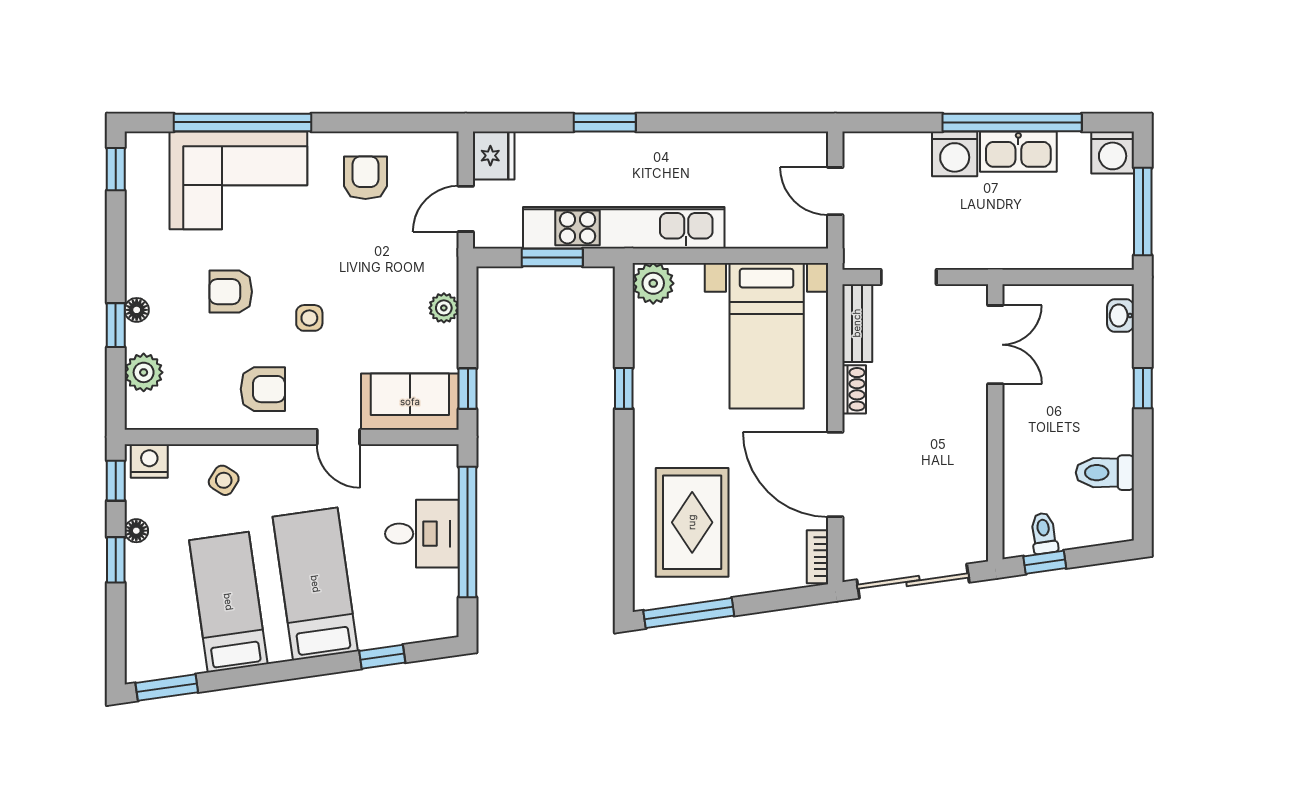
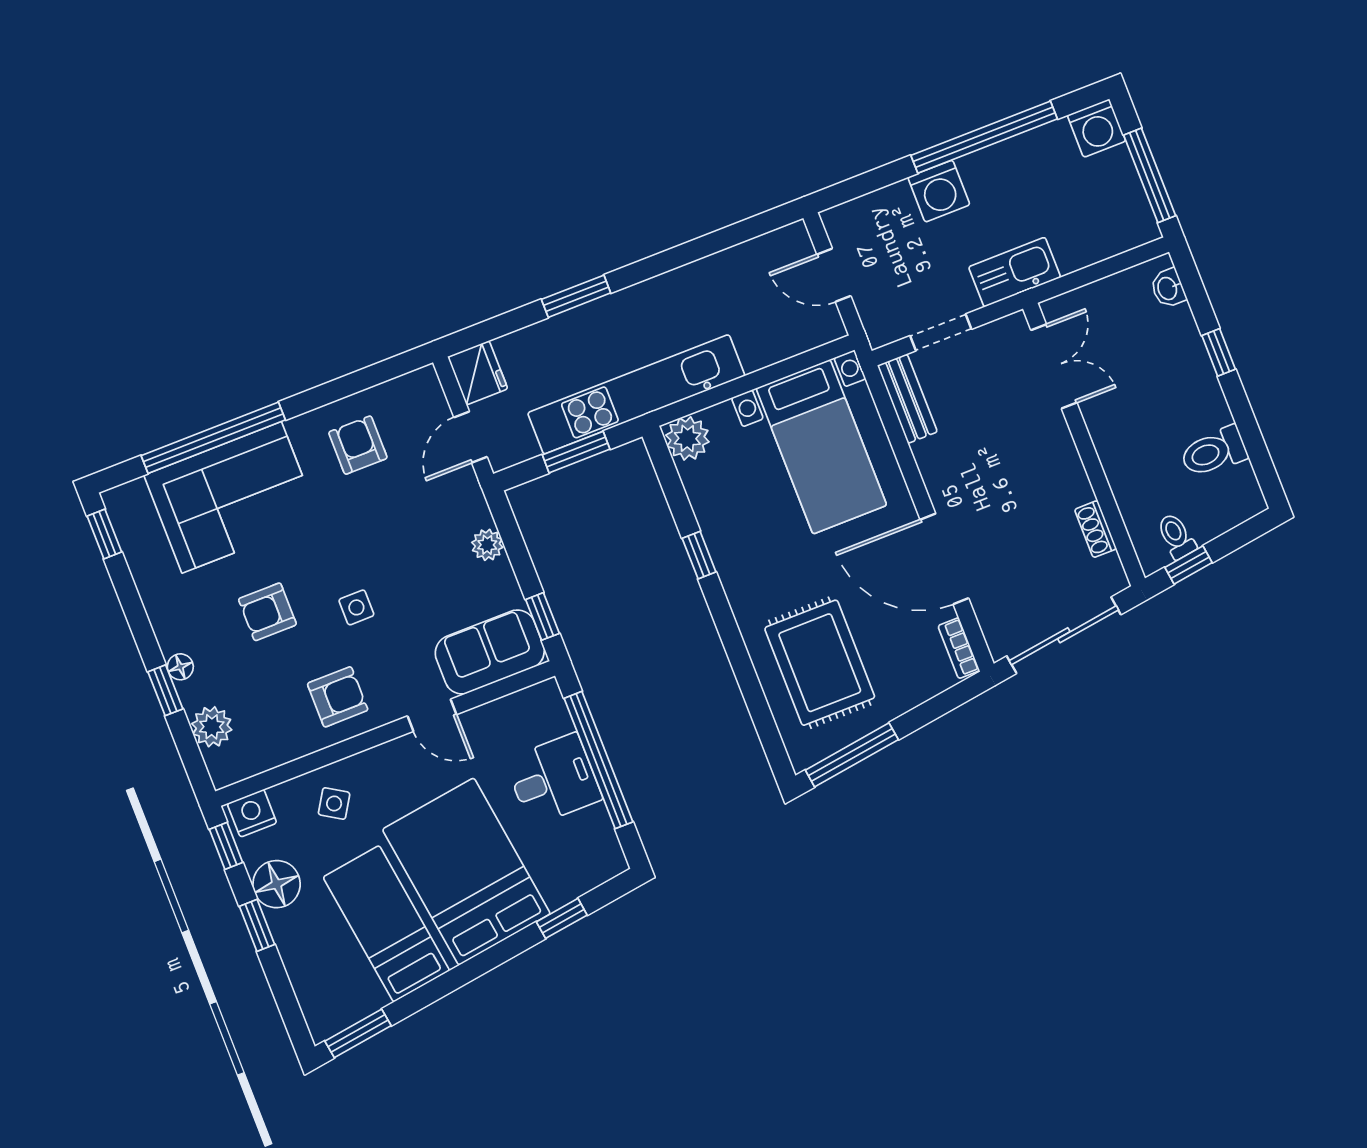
kitchen sink: (1018, 152) -> (1015, 272), moved, turned 180
shoe rack: (854, 389) -> (1096, 529), moved, turned 180
floor lamp: (136, 531) -> (277, 884), width x1.89, depth x1.89
bed: (315, 584) -> (466, 872), width x1.50

